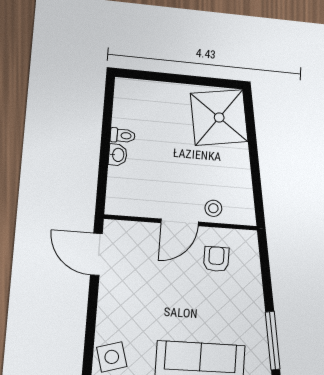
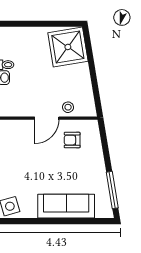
armchair: (216, 259) -> (72, 140), turned -90

